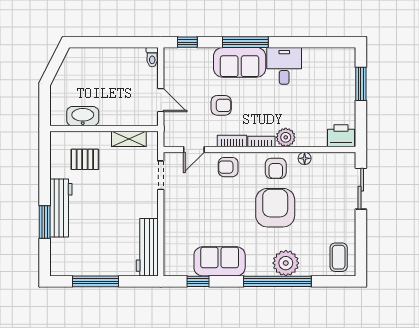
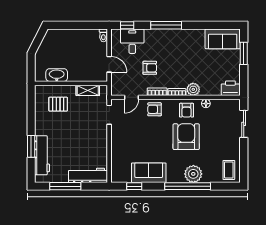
sofa: (240, 62) -> (223, 39), moved
desk: (284, 66) -> (132, 41), moved
workbench: (61, 208) -> (42, 155), moved
workbench: (147, 247) -> (88, 175), moved, turned 90

